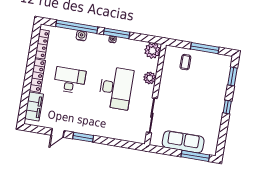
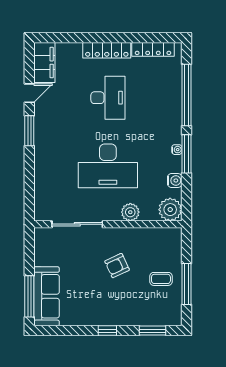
water cooler: (81, 36) -> (175, 181), moved
coffee table: (185, 62) -> (161, 279), moved
armchair: (184, 93) -> (117, 266), added
filing cabinet: (34, 106) -> (44, 63), moved, turned -90
door: (58, 133) -> (29, 93), swing flipped
sofa: (183, 142) -> (47, 296), moved

